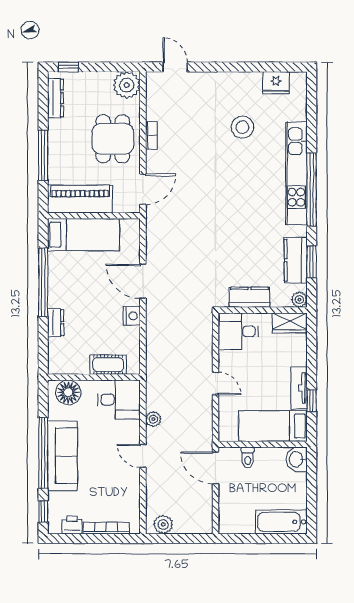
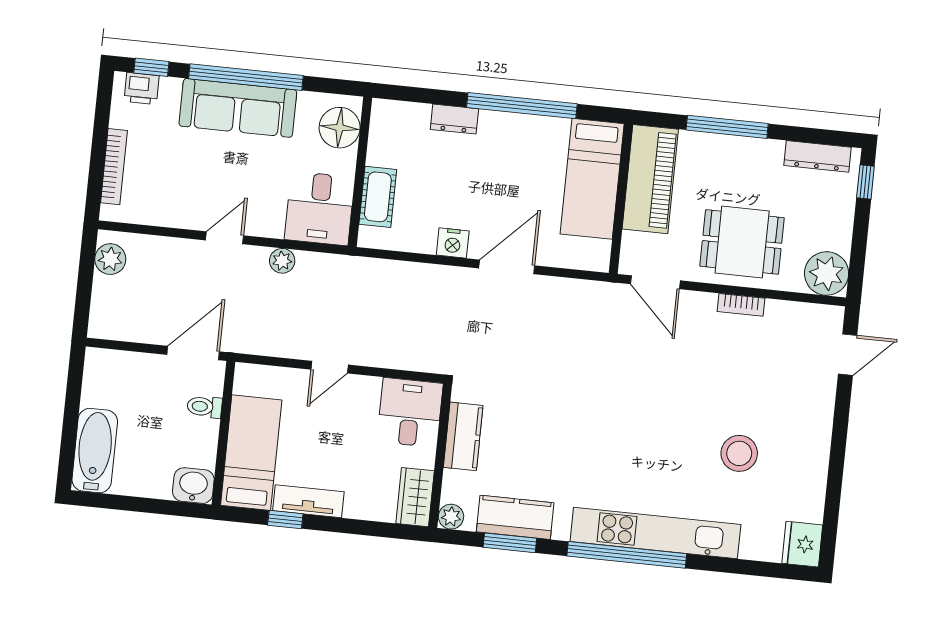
fridge: (276, 83) -> (802, 544), moved
printer: (72, 525) -> (142, 88), moved, turned 90

